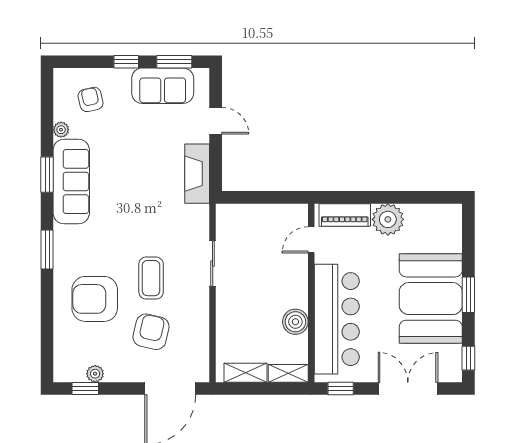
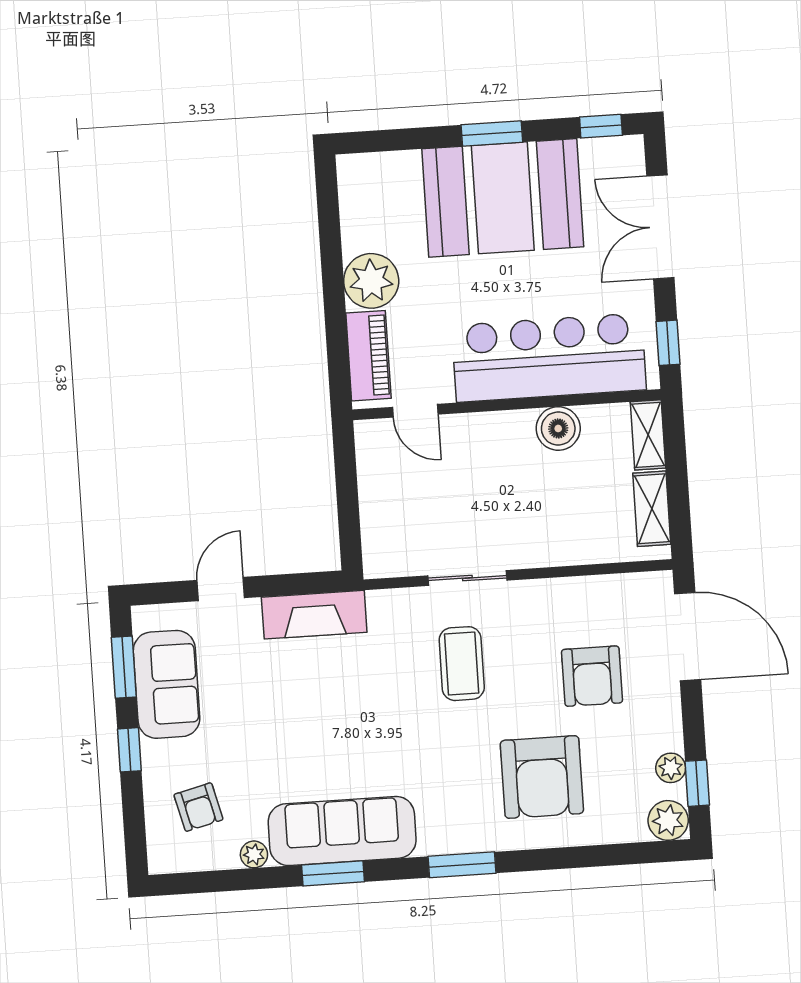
armchair: (91, 99) -> (198, 807), turned -91
coffee table: (151, 278) -> (462, 664), moved, turned 90
armchair: (151, 332) -> (592, 676), turned -103
plant: (65, 370) -> (668, 820), added

